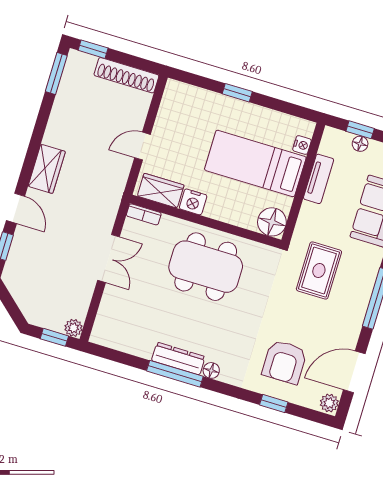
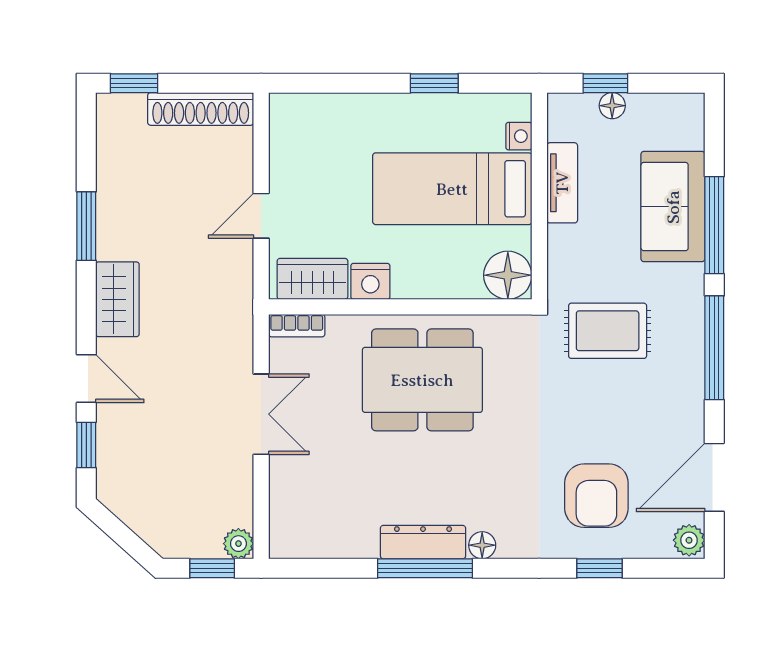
window: (56, 74) -> (86, 226), moved
window: (237, 93) -> (434, 83), moved
rug: (319, 270) -> (608, 331), turned 90

